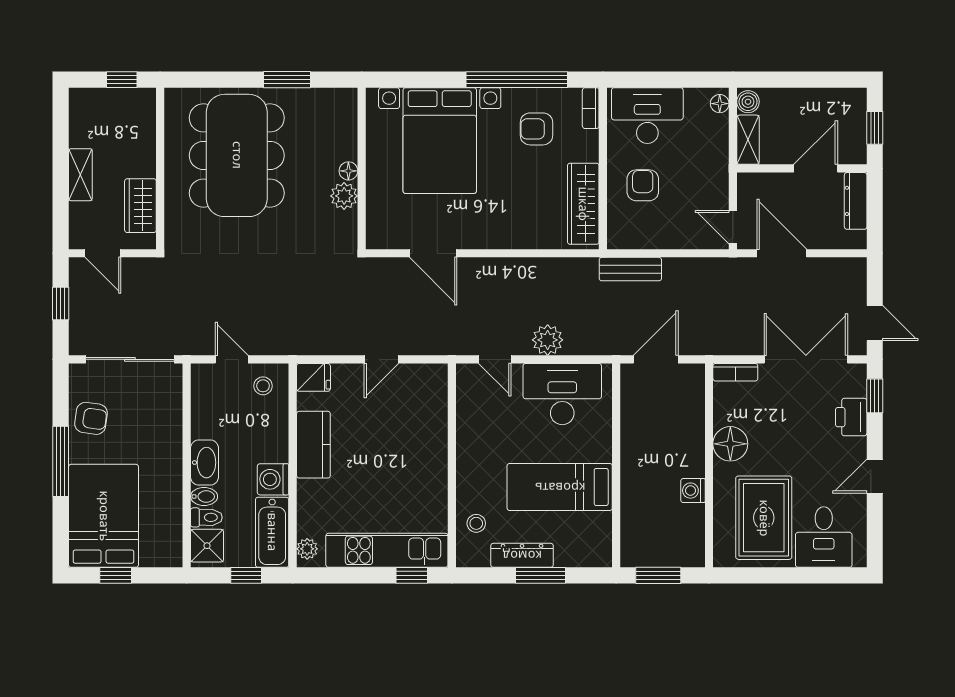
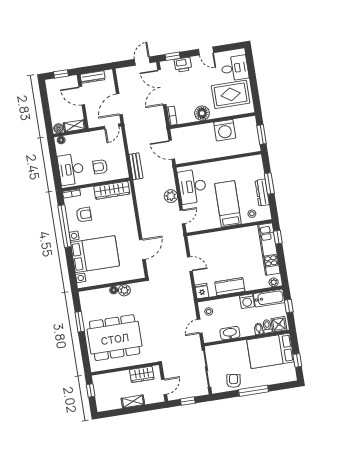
armchair: (536, 129) -> (84, 215), turned -90
washbasin: (204, 463) -> (230, 333), moved
bed: (560, 487) -> (228, 204), moved, turned 180
washing machine: (693, 491) -> (225, 130), width x1.89, depth x1.89
bed: (104, 516) -> (270, 351), moved

